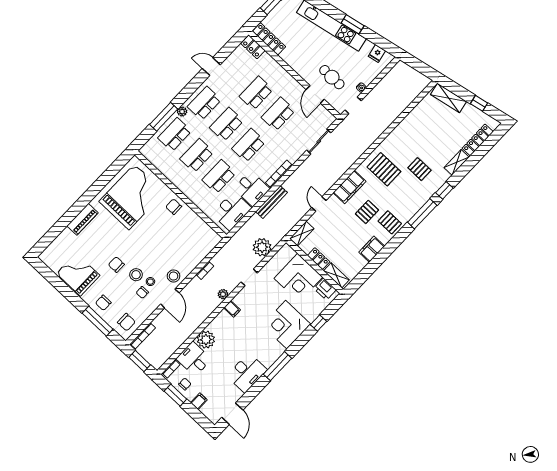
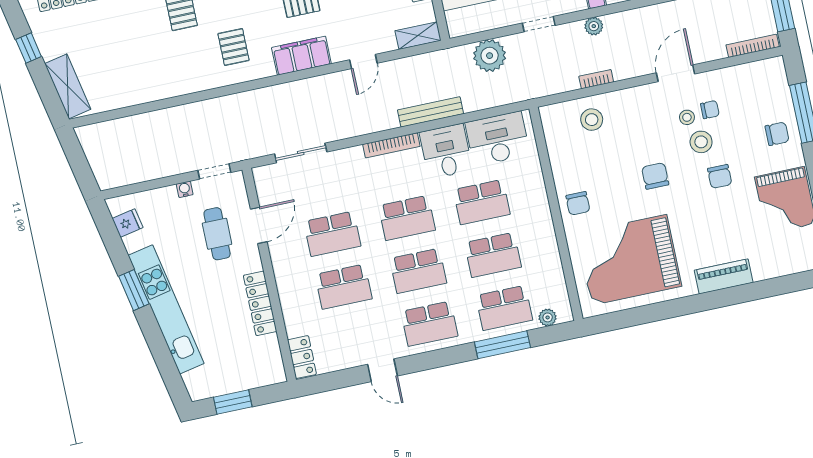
locker: (269, 39) -> (260, 303), moved
plant: (182, 112) -> (548, 317), moved
pallet: (384, 169) -> (233, 47), width x0.67, depth x0.71
stool: (174, 276) -> (592, 120), moved
chair: (126, 322) -> (655, 176), moved

